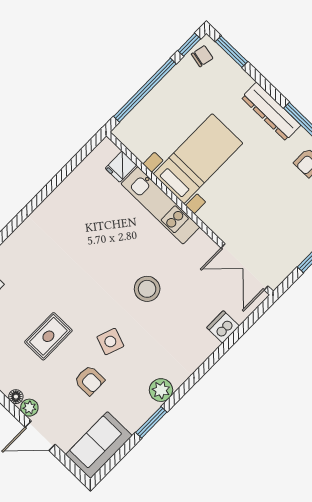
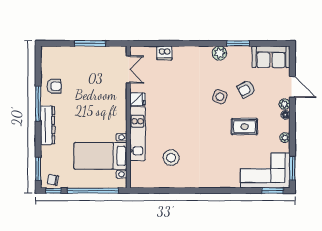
bed with nightstands: (198, 159) -> (100, 156), moved
fridge: (121, 167) -> (137, 99), moved
double door: (245, 267) -> (128, 69), width x0.73
stool: (147, 289) -> (171, 158), moved
armchair: (89, 380) -> (246, 89), turned -118

